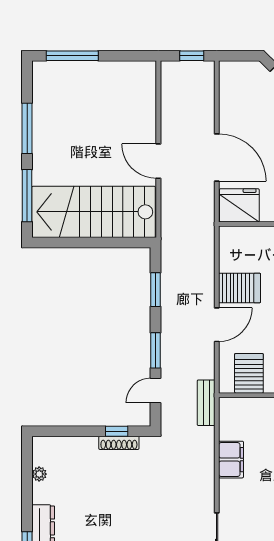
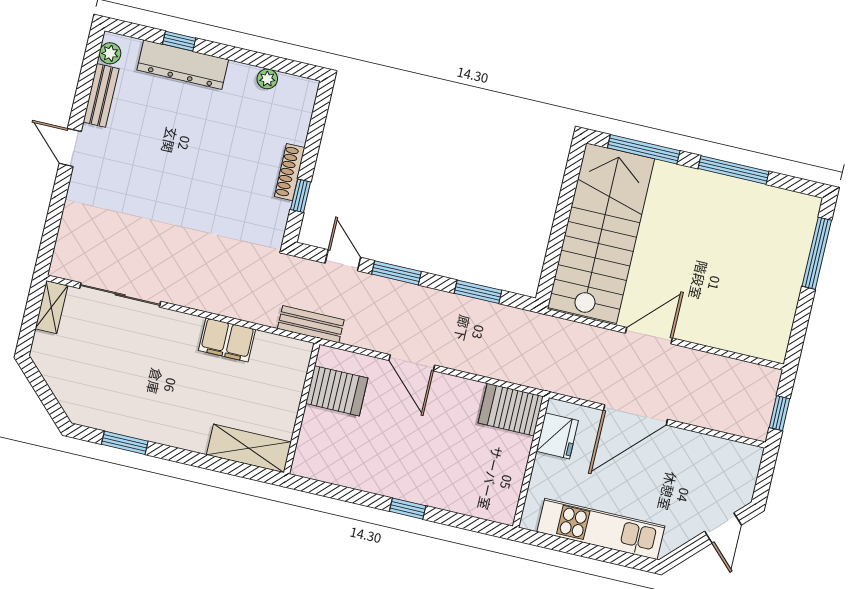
fridge: (239, 205) -> (557, 436), width x0.73, depth x0.75
server rack: (240, 288) -> (511, 410), moved, turned 90
shoe rack: (119, 443) -> (290, 172), moved

